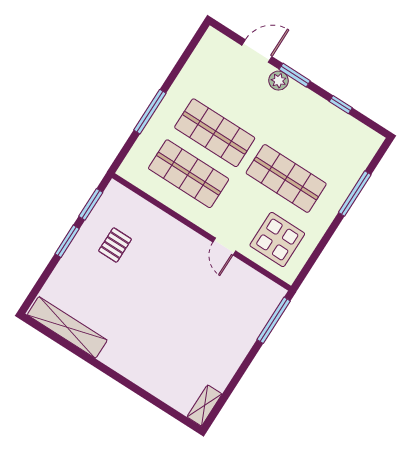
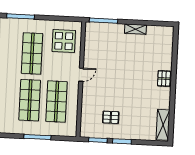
door: (224, 247) -> (81, 75), moved
shelving: (67, 327) -> (163, 125), width x0.68
pallet: (128, 364) -> (164, 78), added
shelving: (204, 405) -> (135, 29), moved

